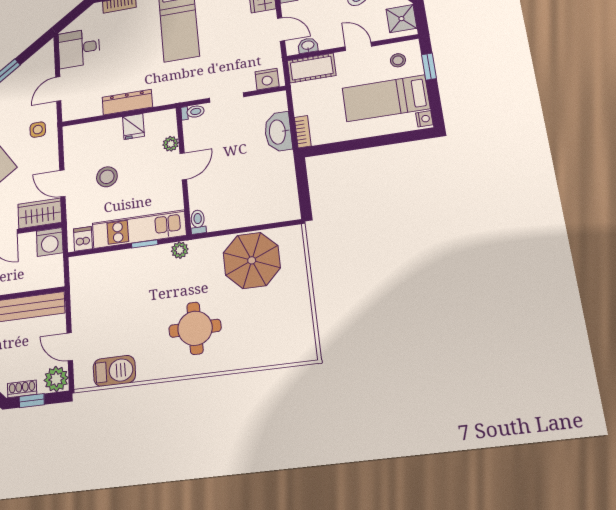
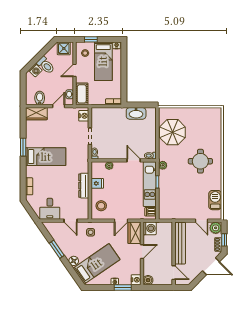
washbasin: (278, 132) -> (136, 113), moved
door: (183, 166) -> (134, 160), moved
stool: (107, 177) -> (101, 206), moved
door: (70, 347) -> (201, 221), hinge flipped

